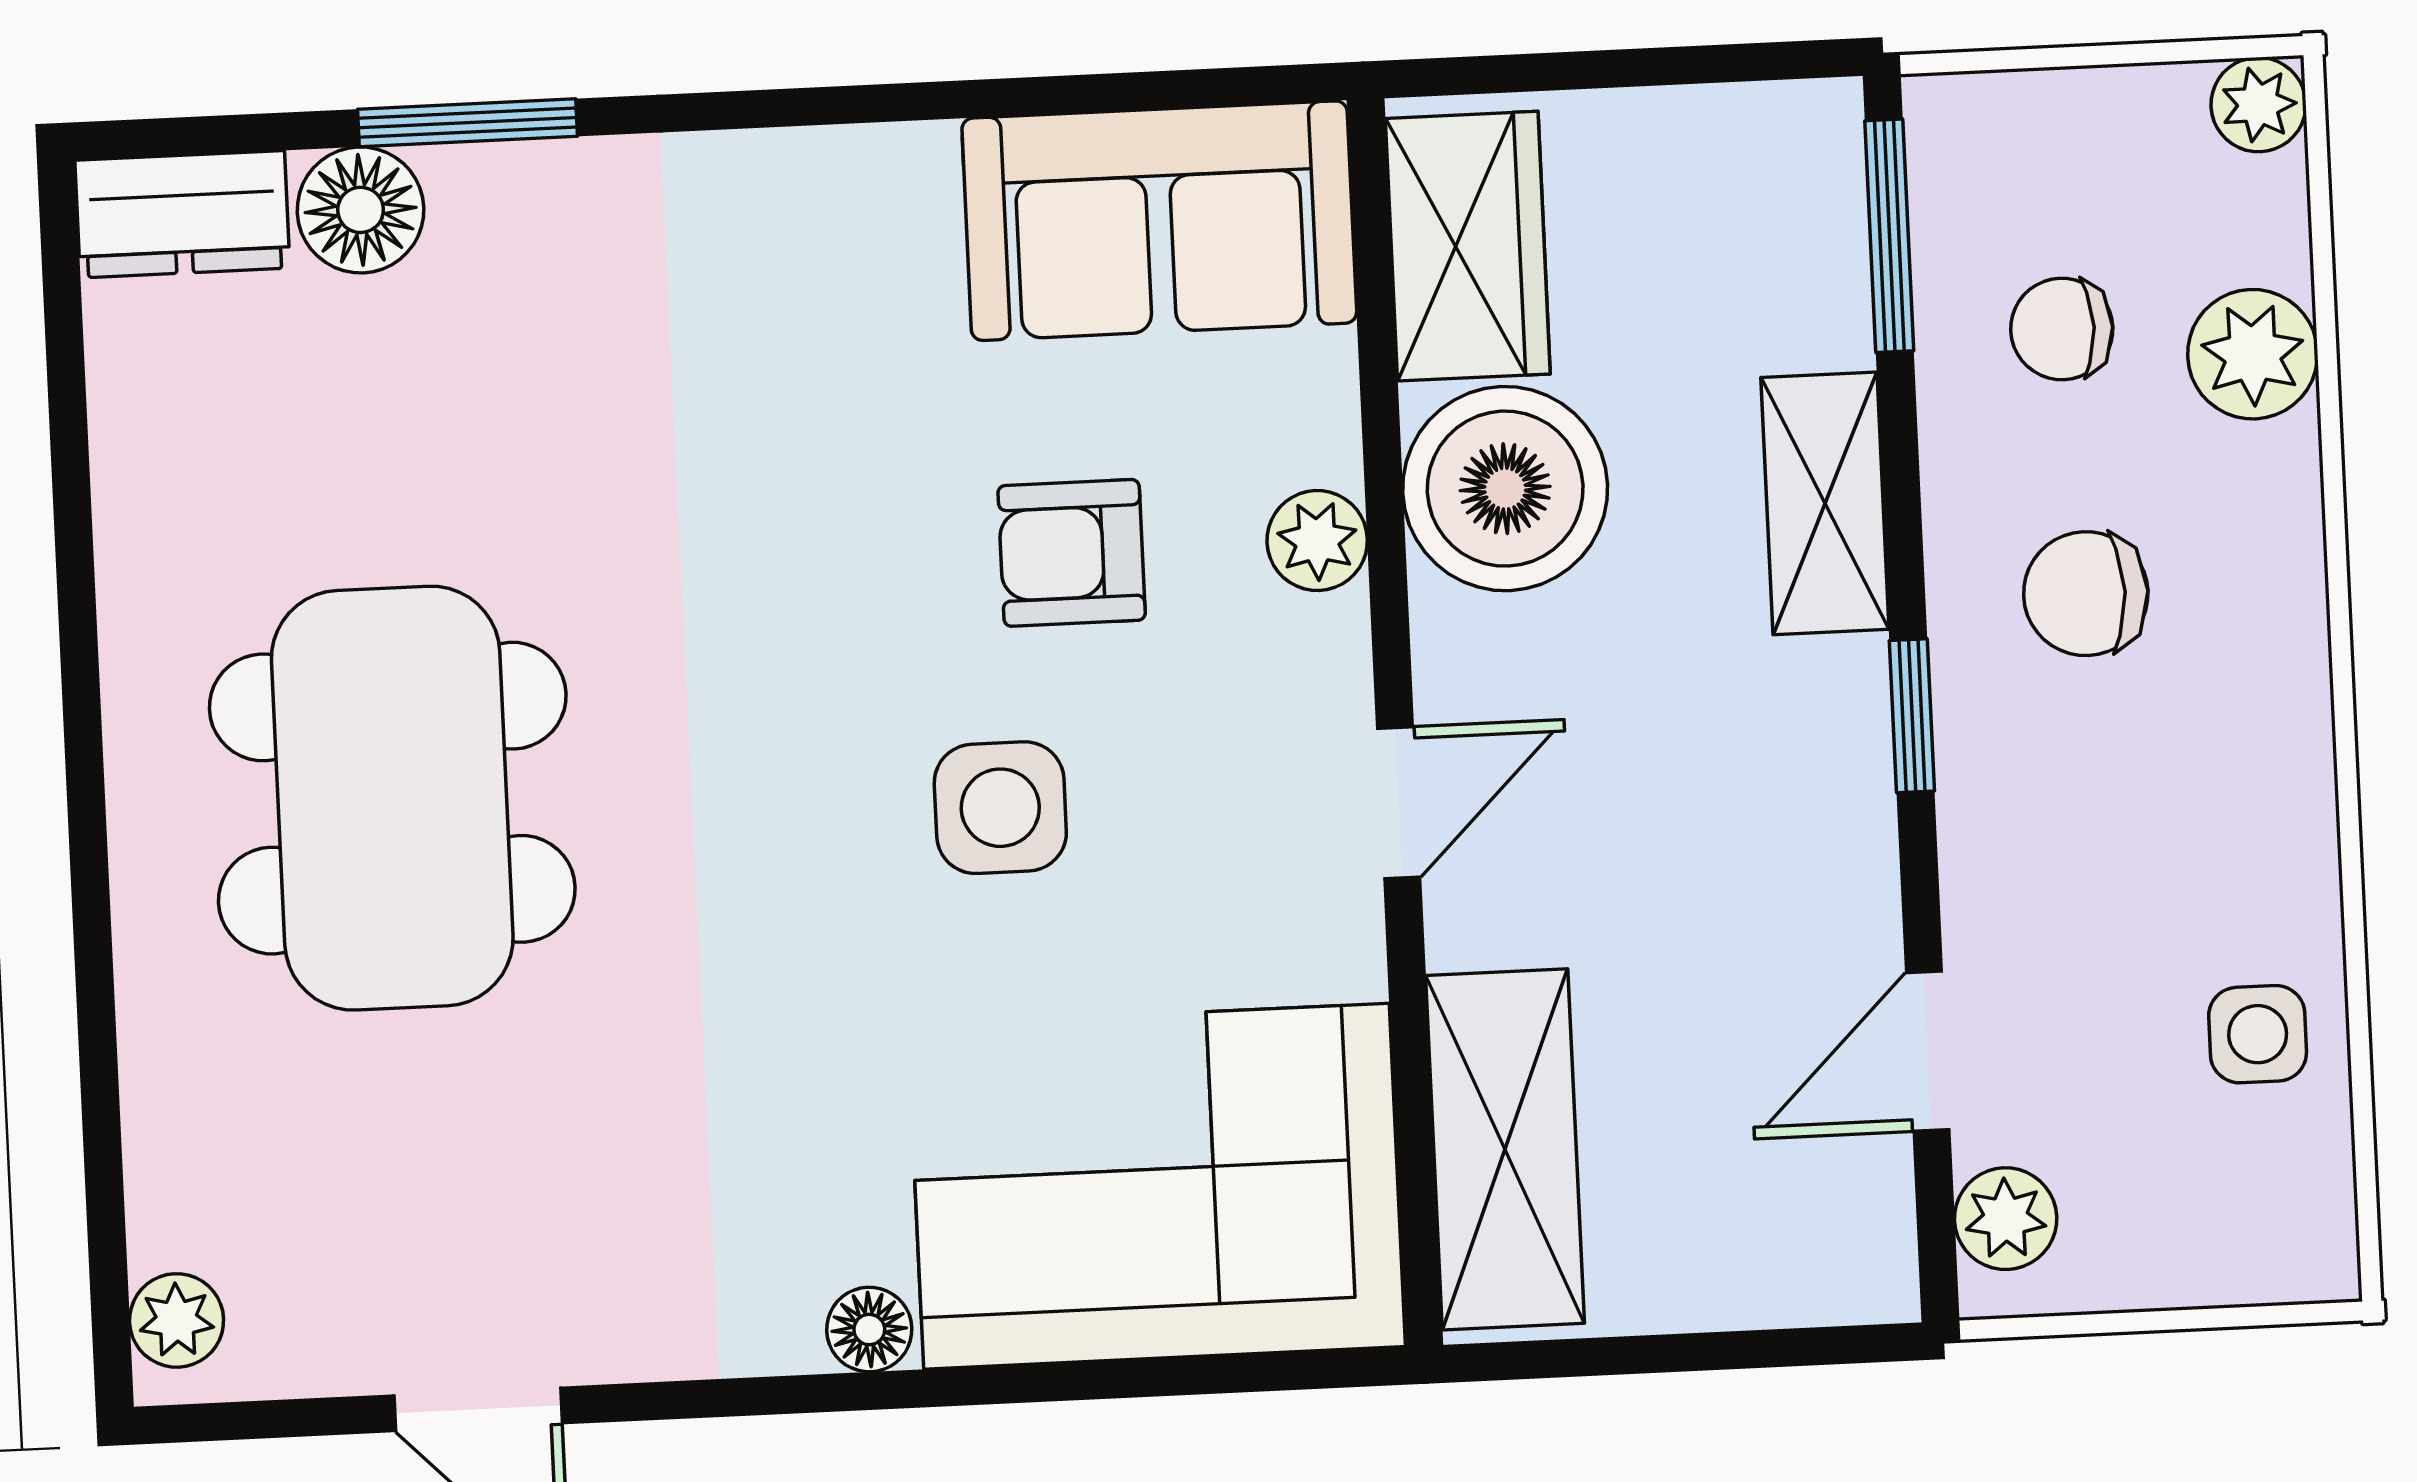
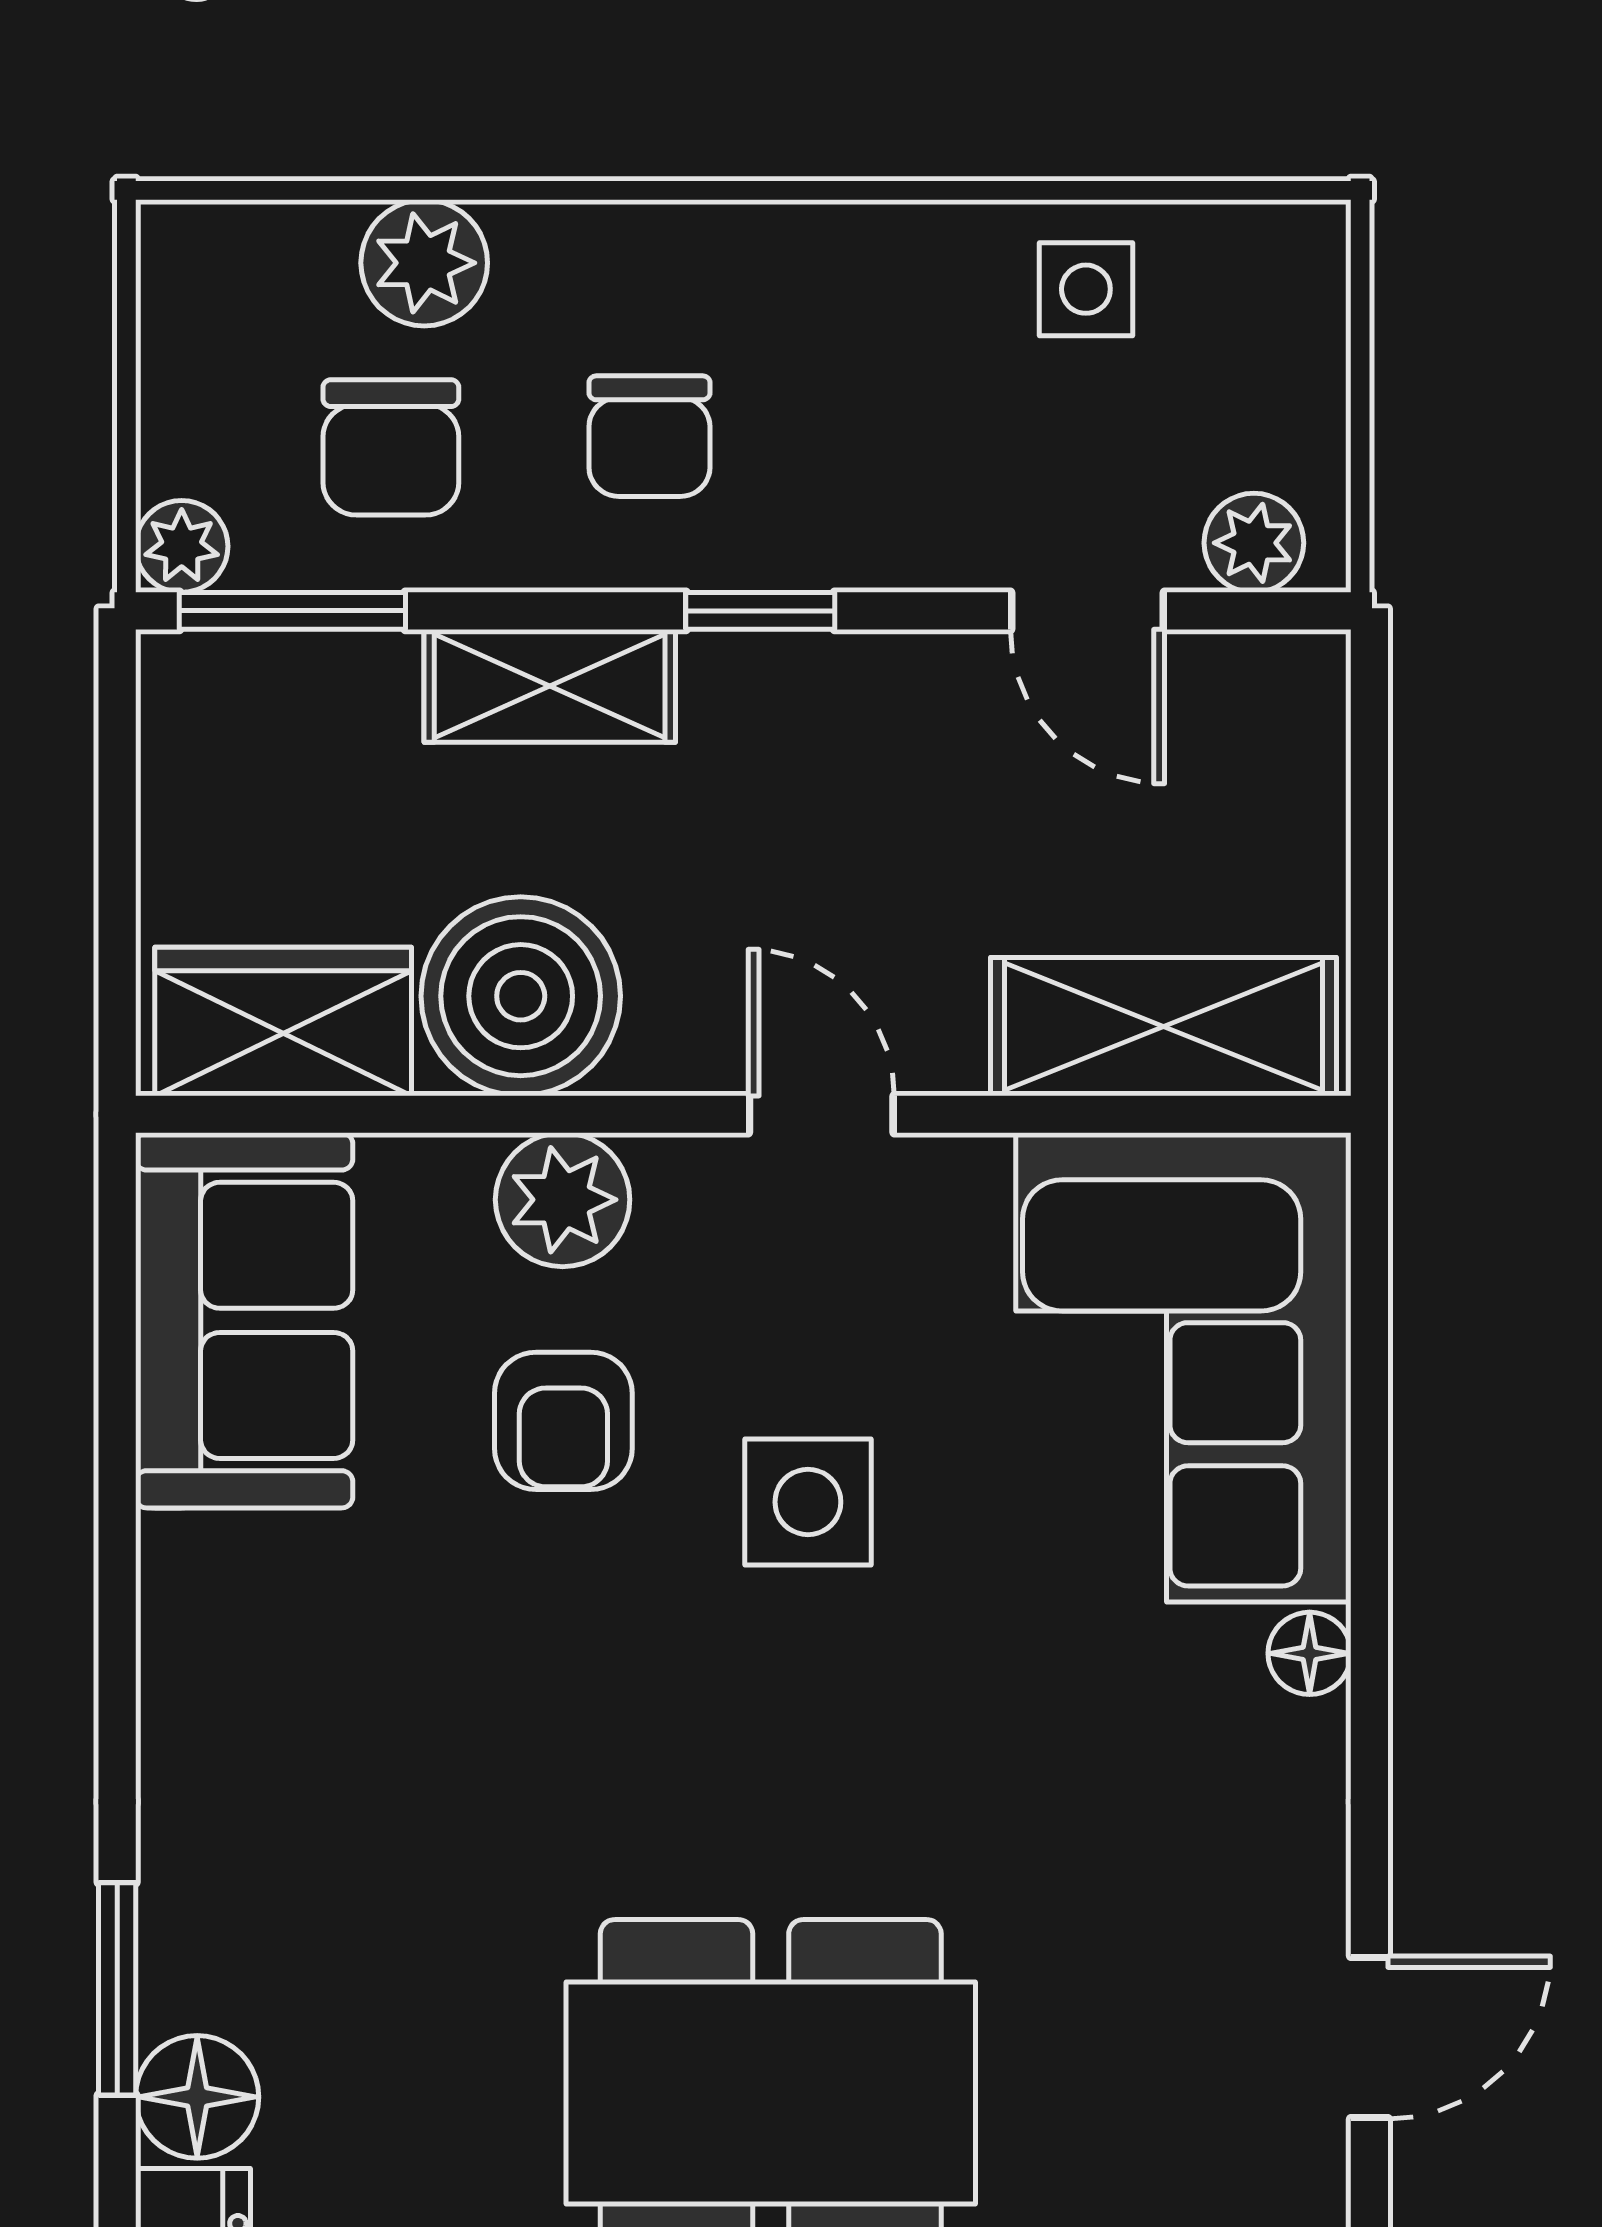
plant: (2258, 105) -> (182, 546), moved
chair: (2062, 329) -> (391, 447), width x1.37, depth x1.37
plant: (1317, 541) -> (563, 1200), width x1.38, depth x1.38

